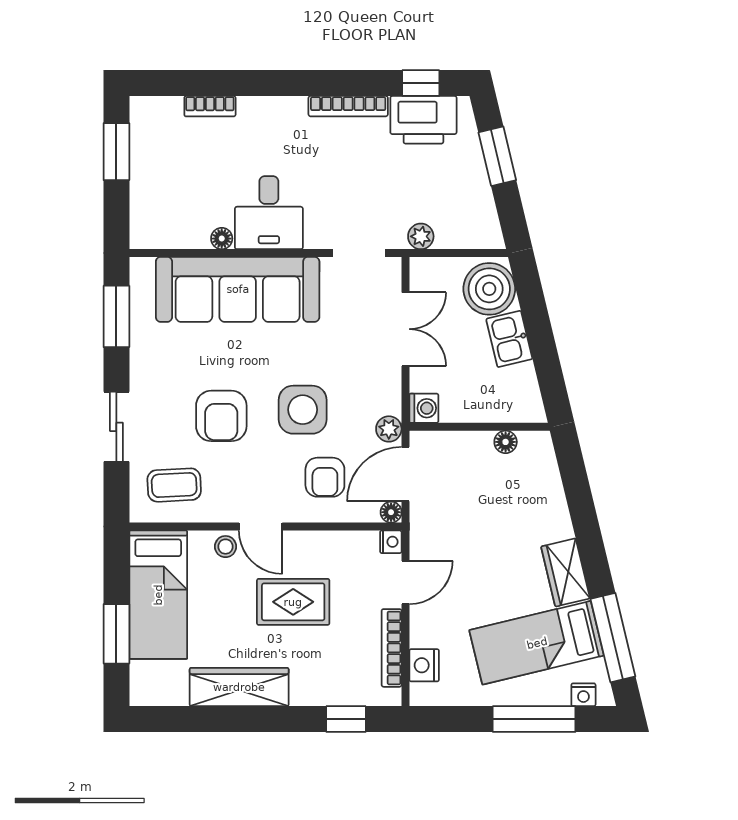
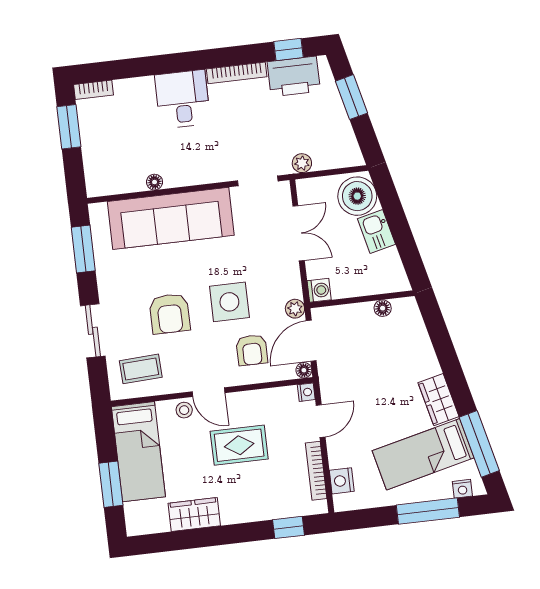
bookcase: (210, 106) -> (93, 90), moved
desk: (269, 213) -> (183, 99), moved, turned 180
wardrobe: (239, 687) -> (194, 514), width x0.67

